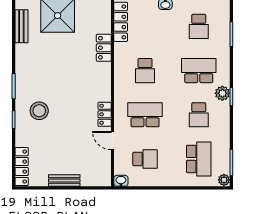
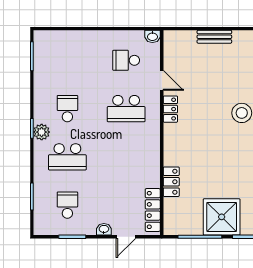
school desk: (145, 71) -> (126, 157), removed
school desk: (199, 159) -> (67, 60), removed
plant: (224, 180) -> (40, 37), removed

